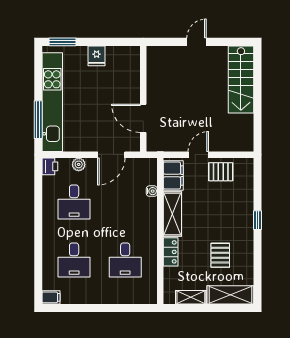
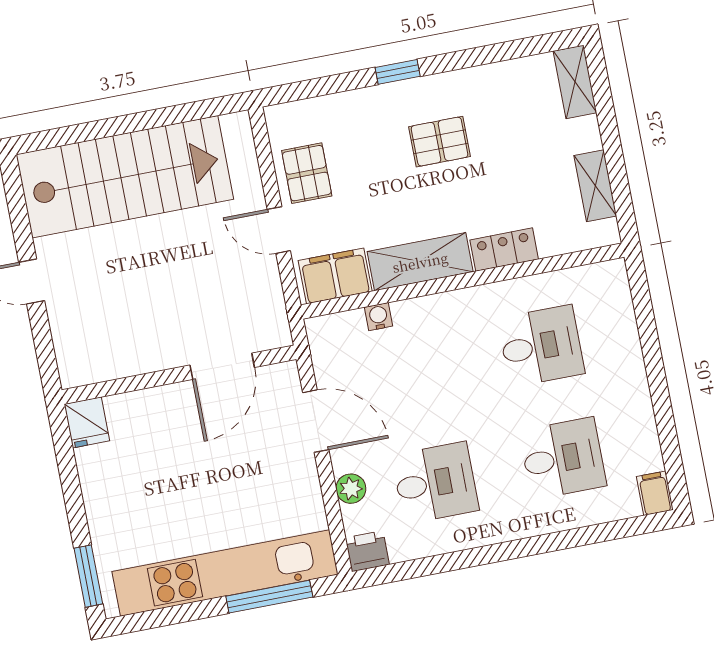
fridge: (97, 56) -> (87, 422), moved, turned 90
stairs: (241, 79) -> (125, 177), width x1.36, depth x1.51
pallet: (220, 255) -> (440, 142), moved
shelving: (230, 295) -> (575, 82), width x0.67, depth x0.75

